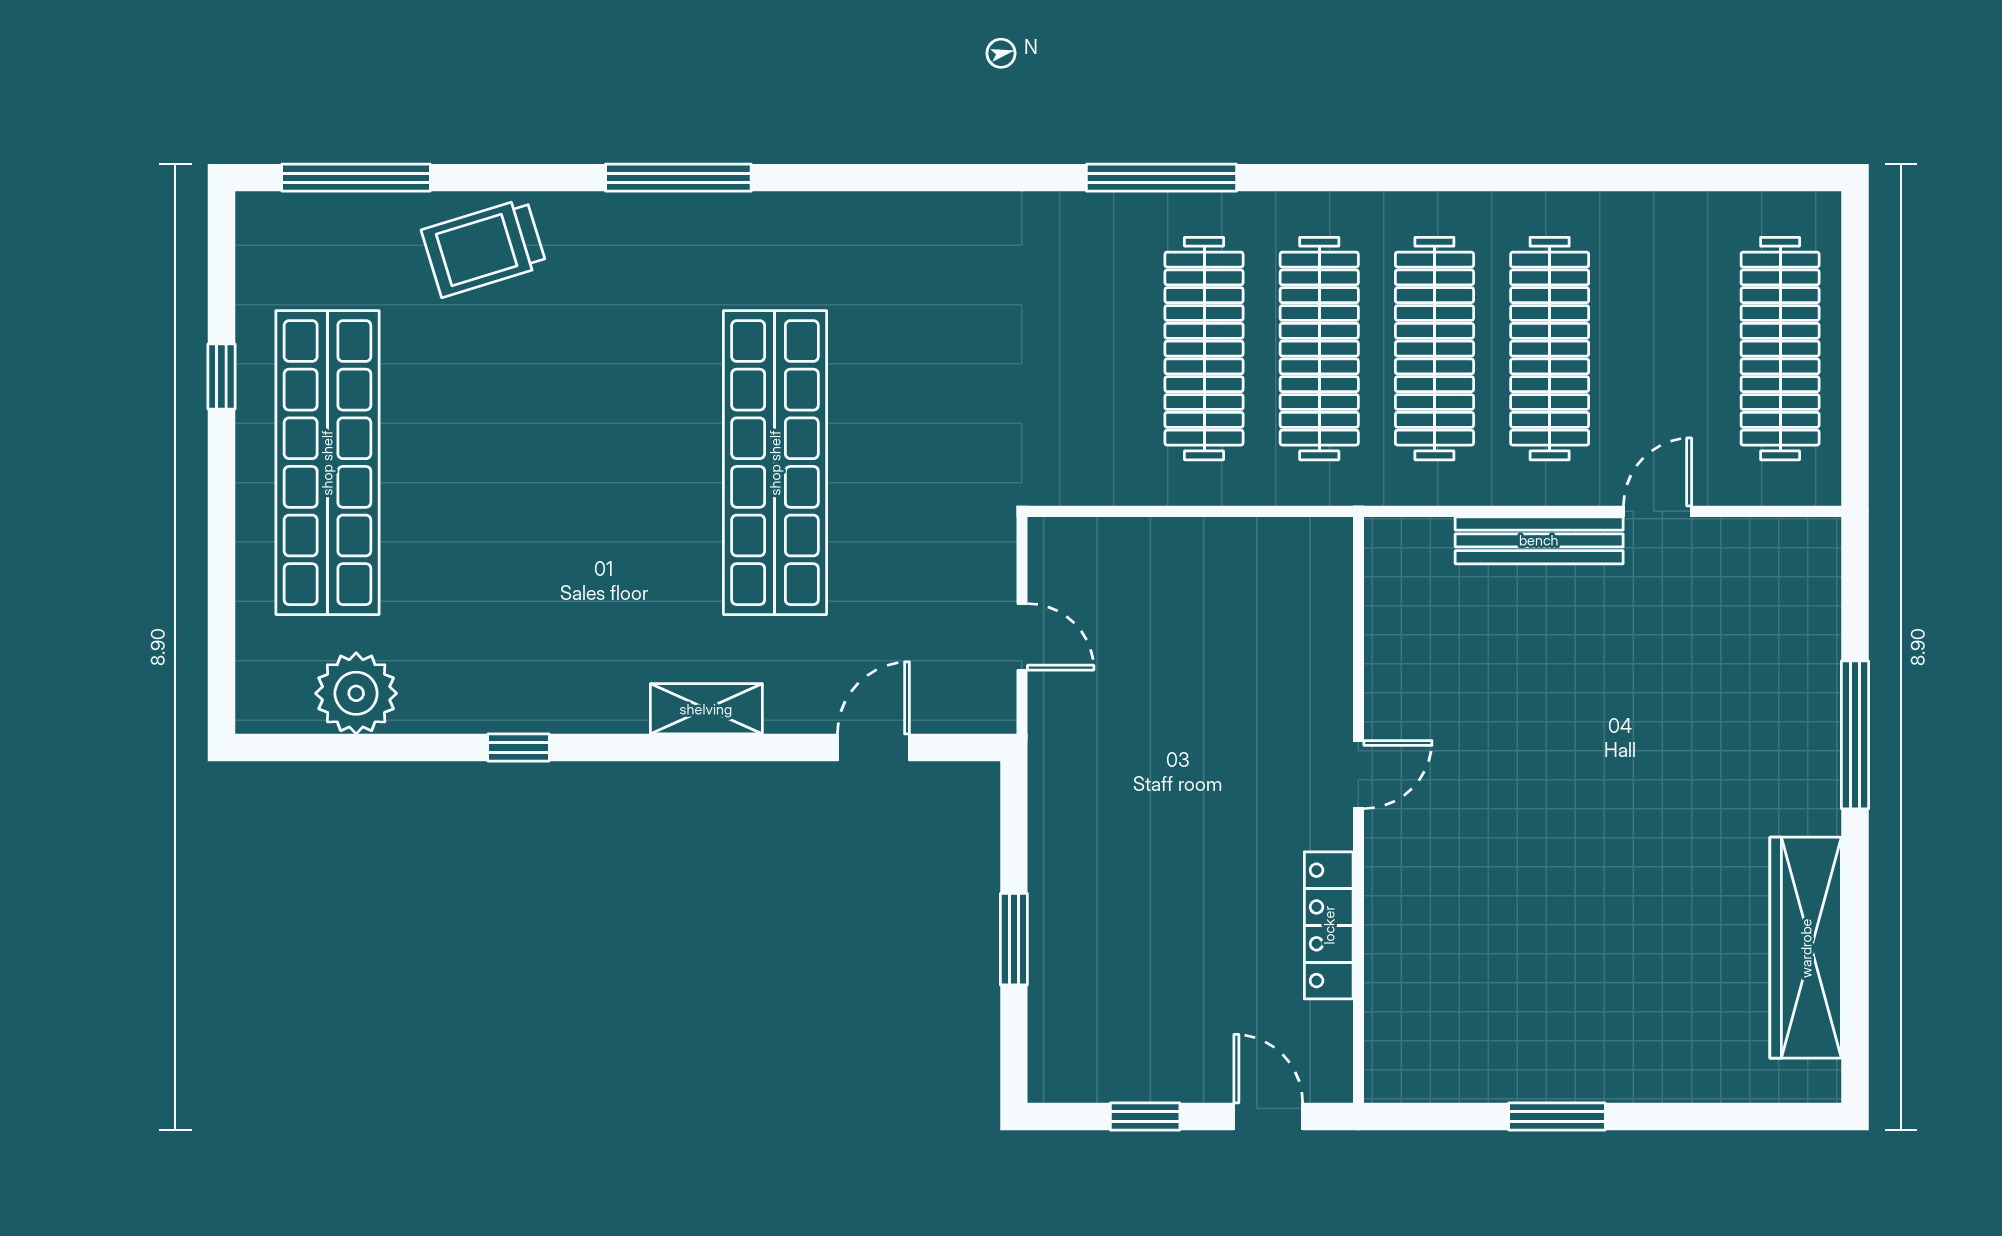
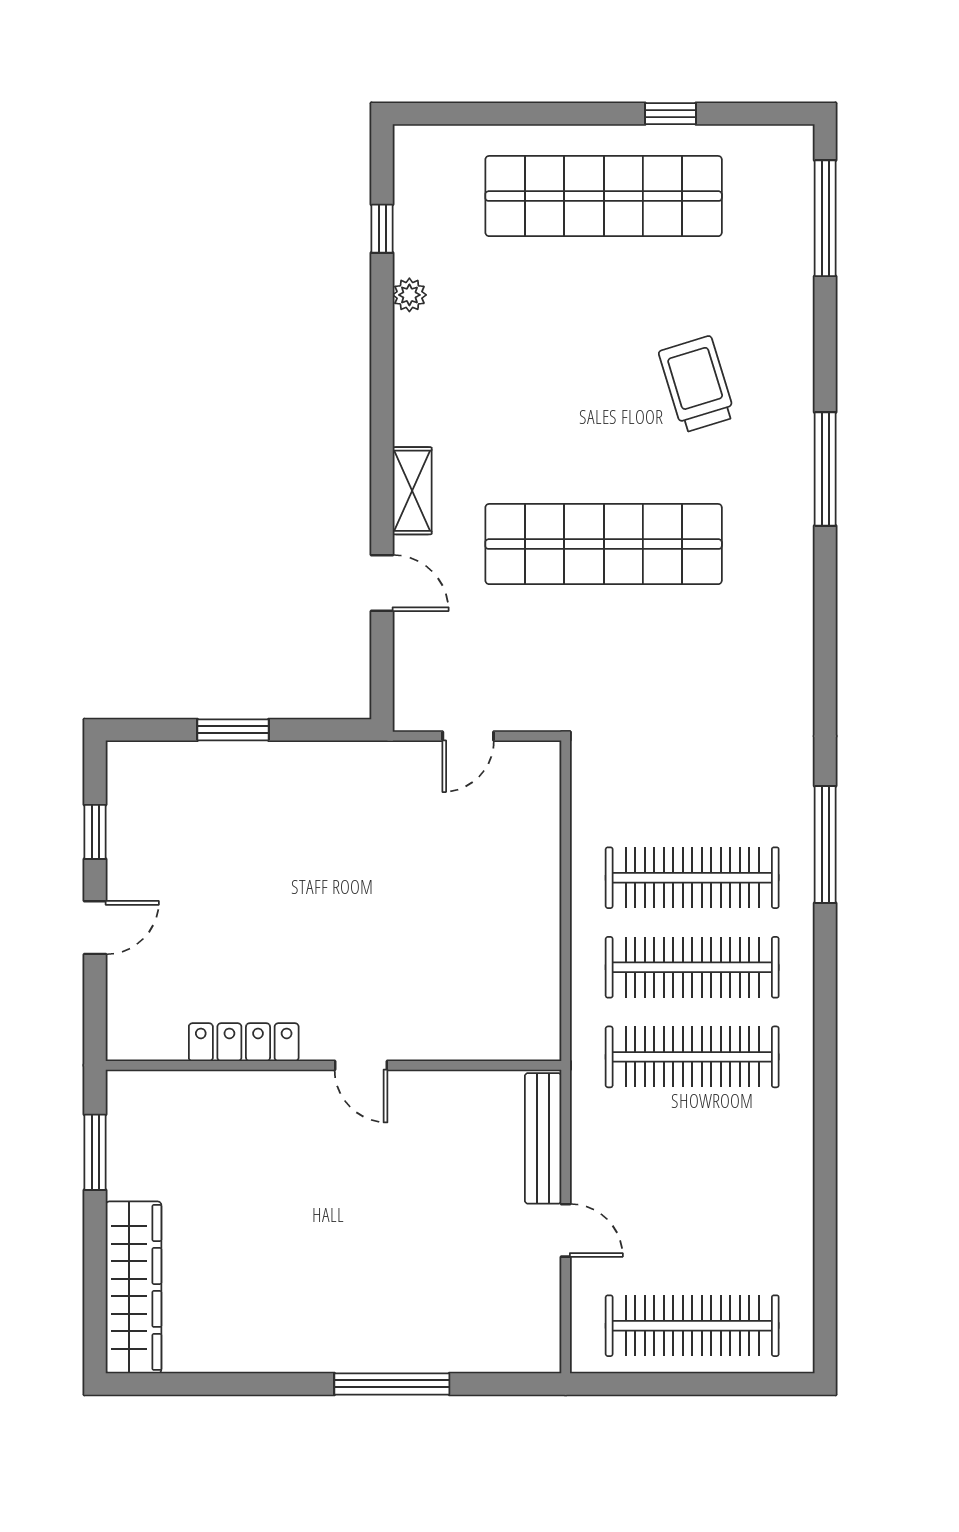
trolley: (484, 248) -> (697, 384), moved
clothes rail: (1550, 349) -> (692, 1146), removed
plant: (356, 693) -> (409, 295), moved, width x0.53, depth x0.53
window: (518, 747) -> (382, 229), moved
door: (873, 747) -> (382, 583), moved
door: (1358, 775) -> (361, 1065), moved
wall: (1358, 810) -> (333, 1065), moved
locker: (1329, 925) -> (244, 1042), moved
wardrobe: (1806, 948) -> (133, 1287), moved, turned 90

